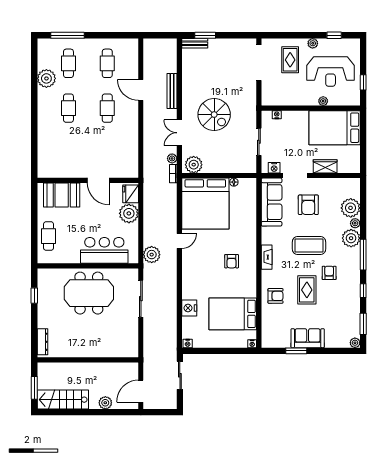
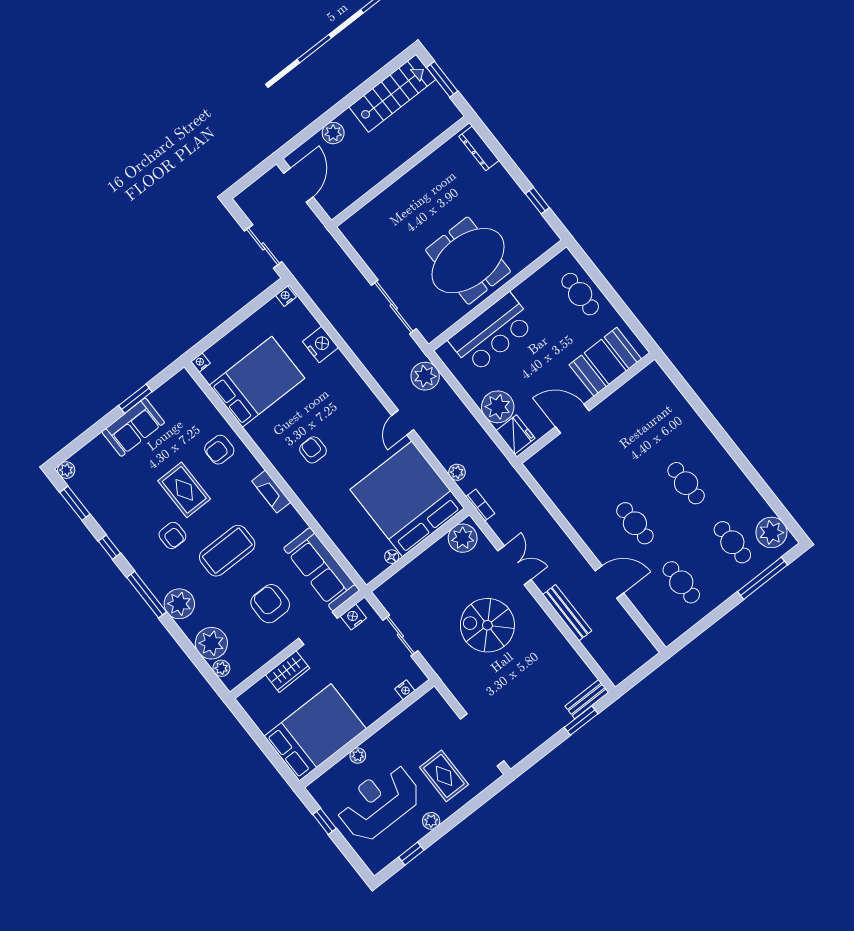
plant: (46, 78) -> (771, 532), moved
plant: (172, 158) -> (457, 472), moved
plant: (355, 223) -> (221, 668), moved

